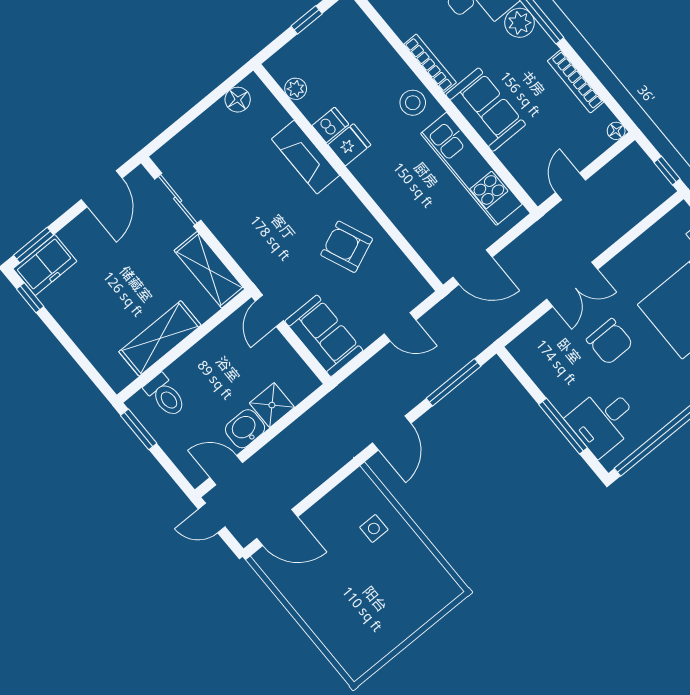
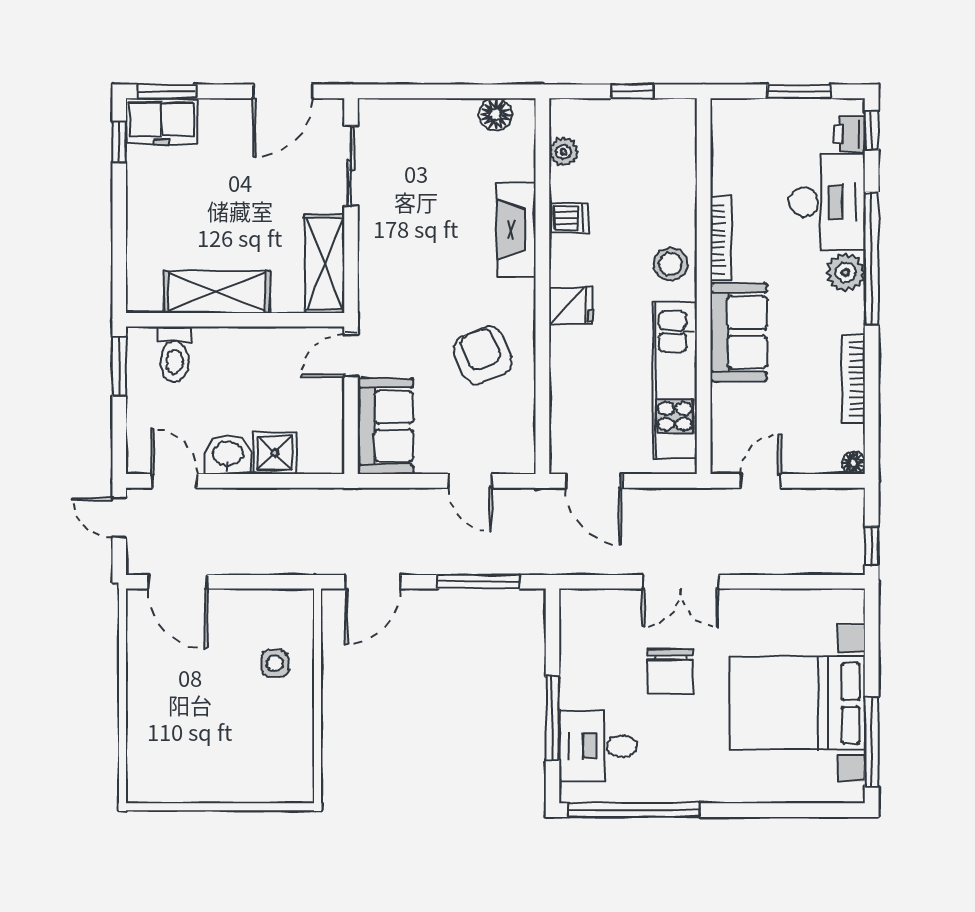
fridge: (349, 145) -> (571, 306), moved

